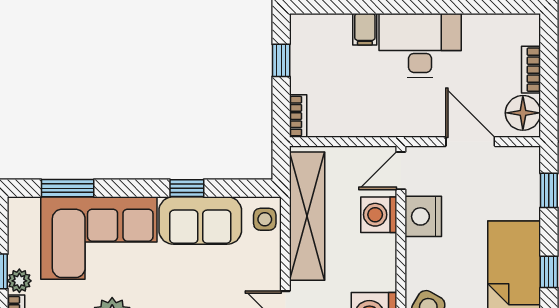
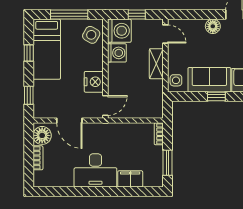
filing cabinet: (365, 29) -> (130, 179), width x2.00
window: (281, 60) -> (168, 163), width x1.50
washing machine: (379, 215) -> (117, 53), moved
shelving: (307, 216) -> (156, 64), width x0.45, depth x0.75

